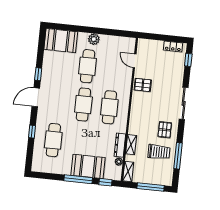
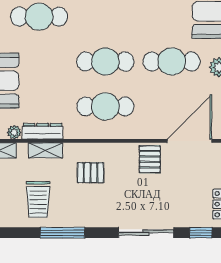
door: (135, 61) -> (189, 141), width x1.88
sliding door: (184, 103) -> (146, 233), moved
pallet: (165, 130) -> (91, 173), moved
window: (178, 156) -> (63, 233), moved

